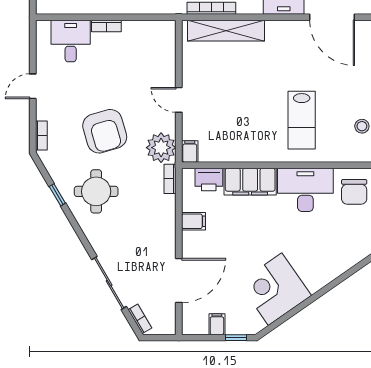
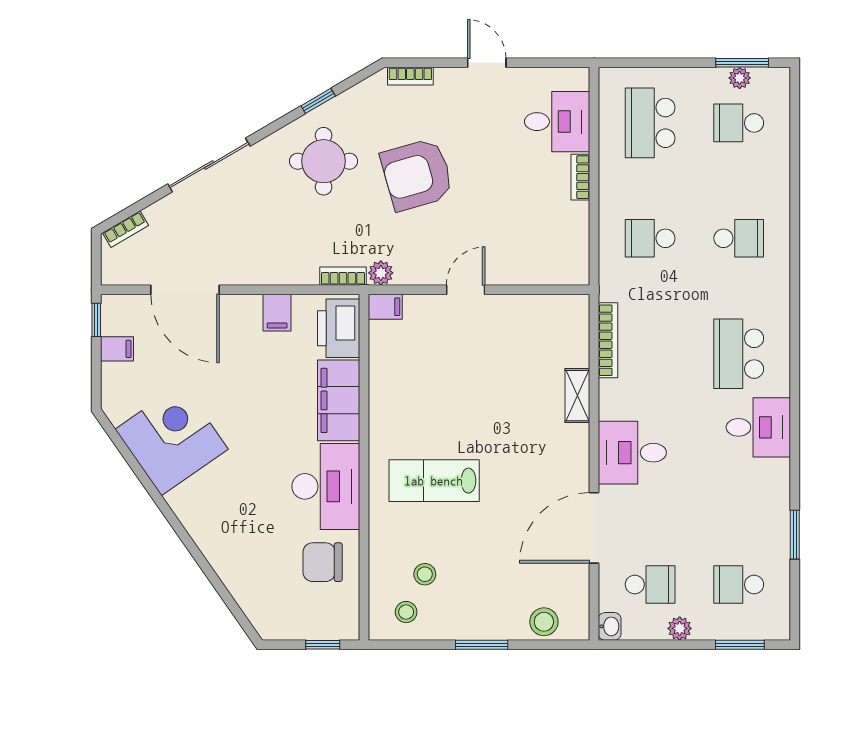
shelving: (226, 31) -> (577, 396), width x0.45, depth x0.75
plant: (161, 148) -> (381, 273), width x0.53, depth x0.53
printer: (209, 179) -> (339, 328), width x1.37, depth x1.19
sliding door: (109, 283) -> (209, 165), moved
window: (236, 338) -> (96, 320), moved

